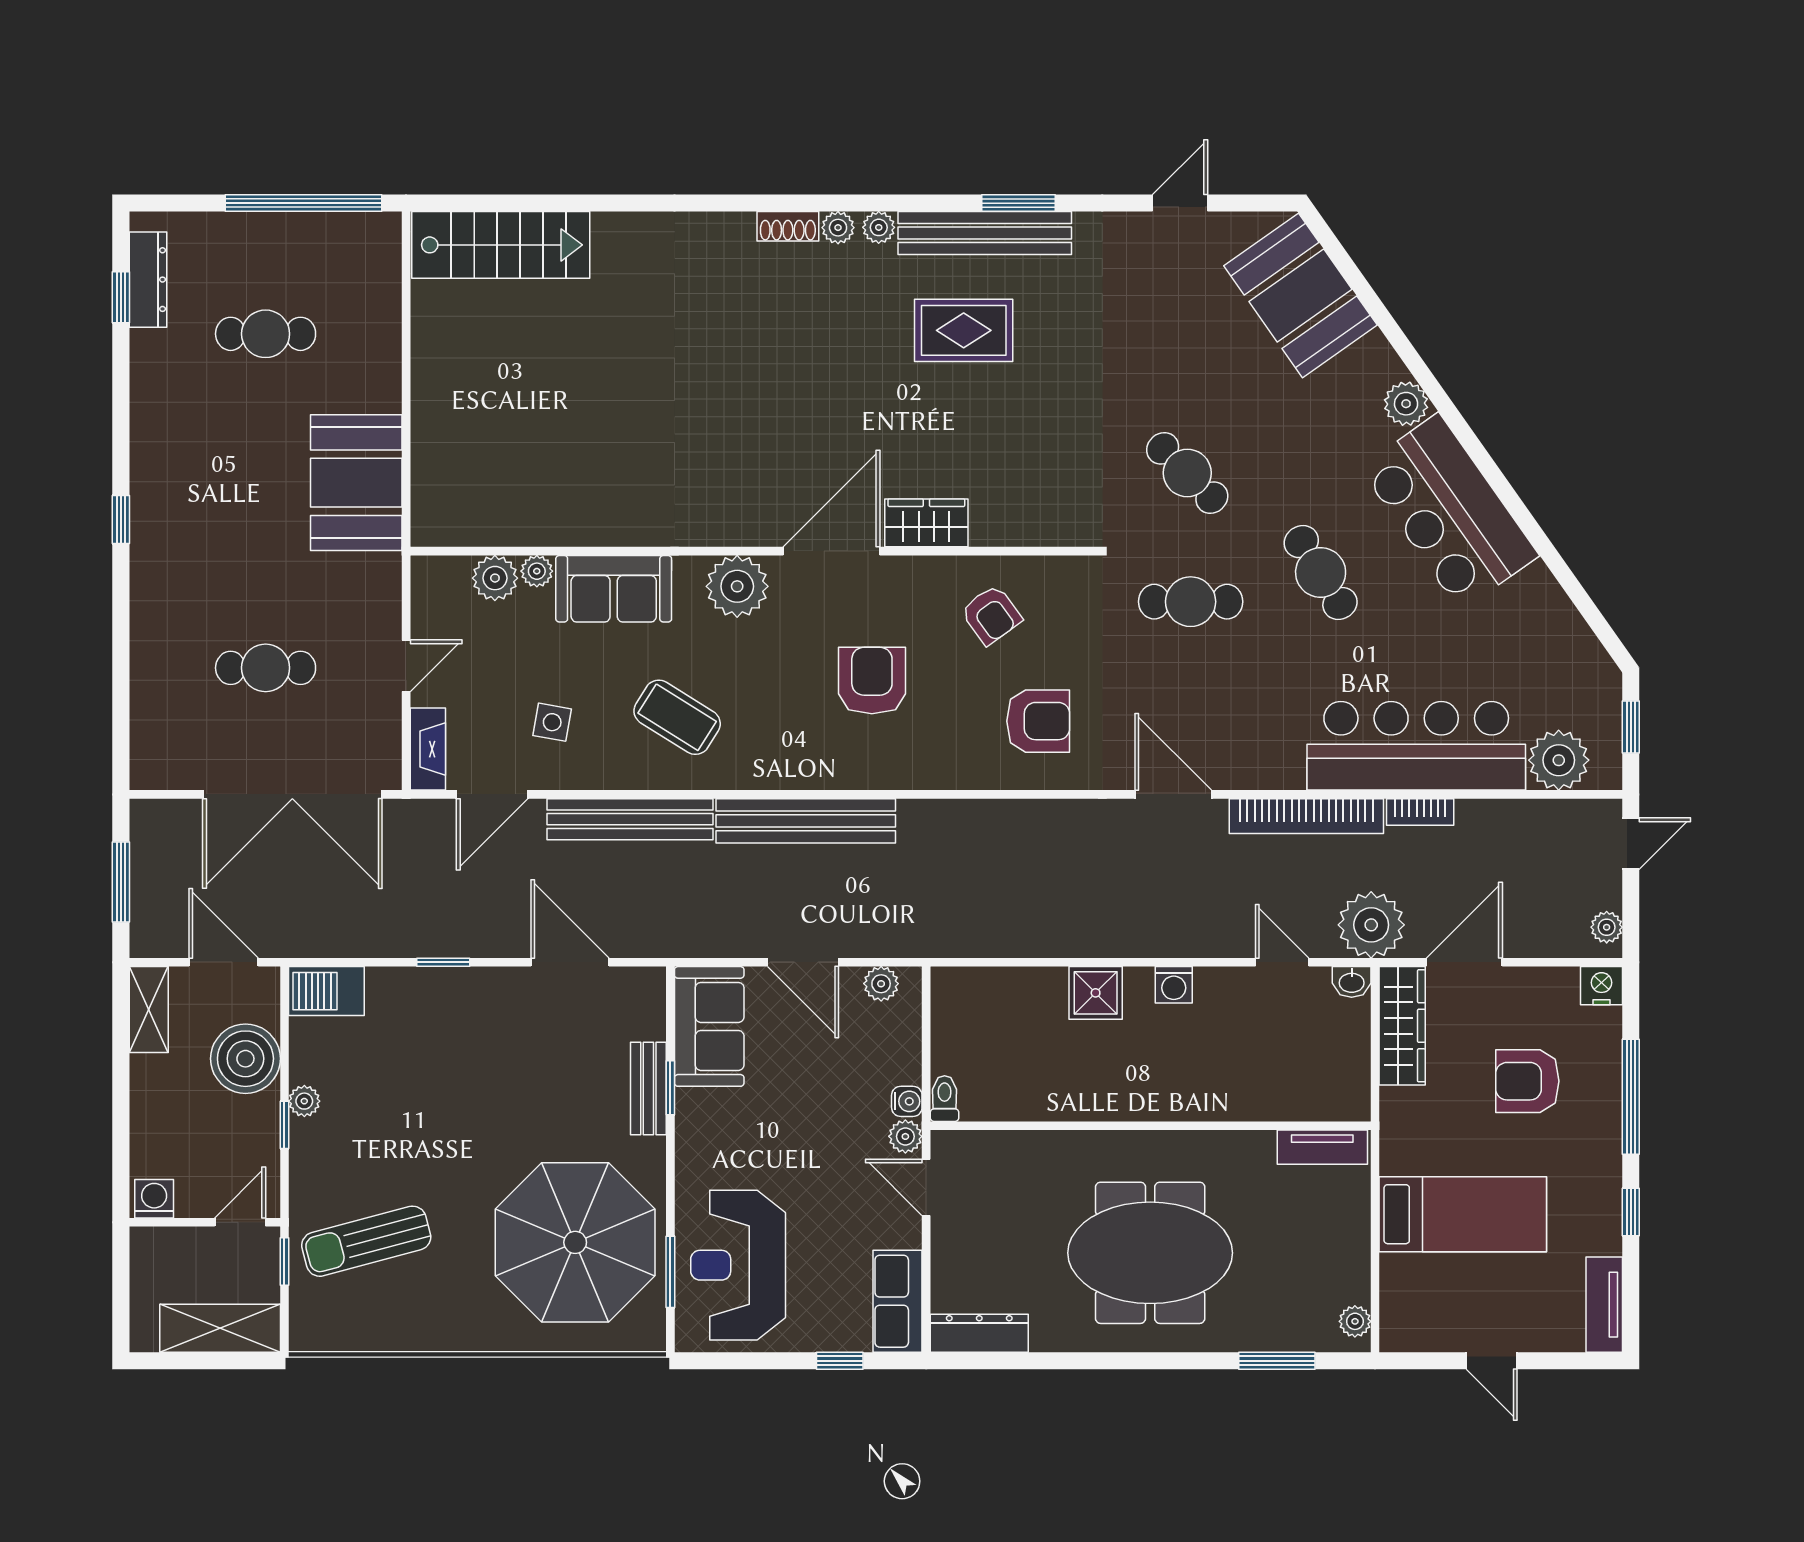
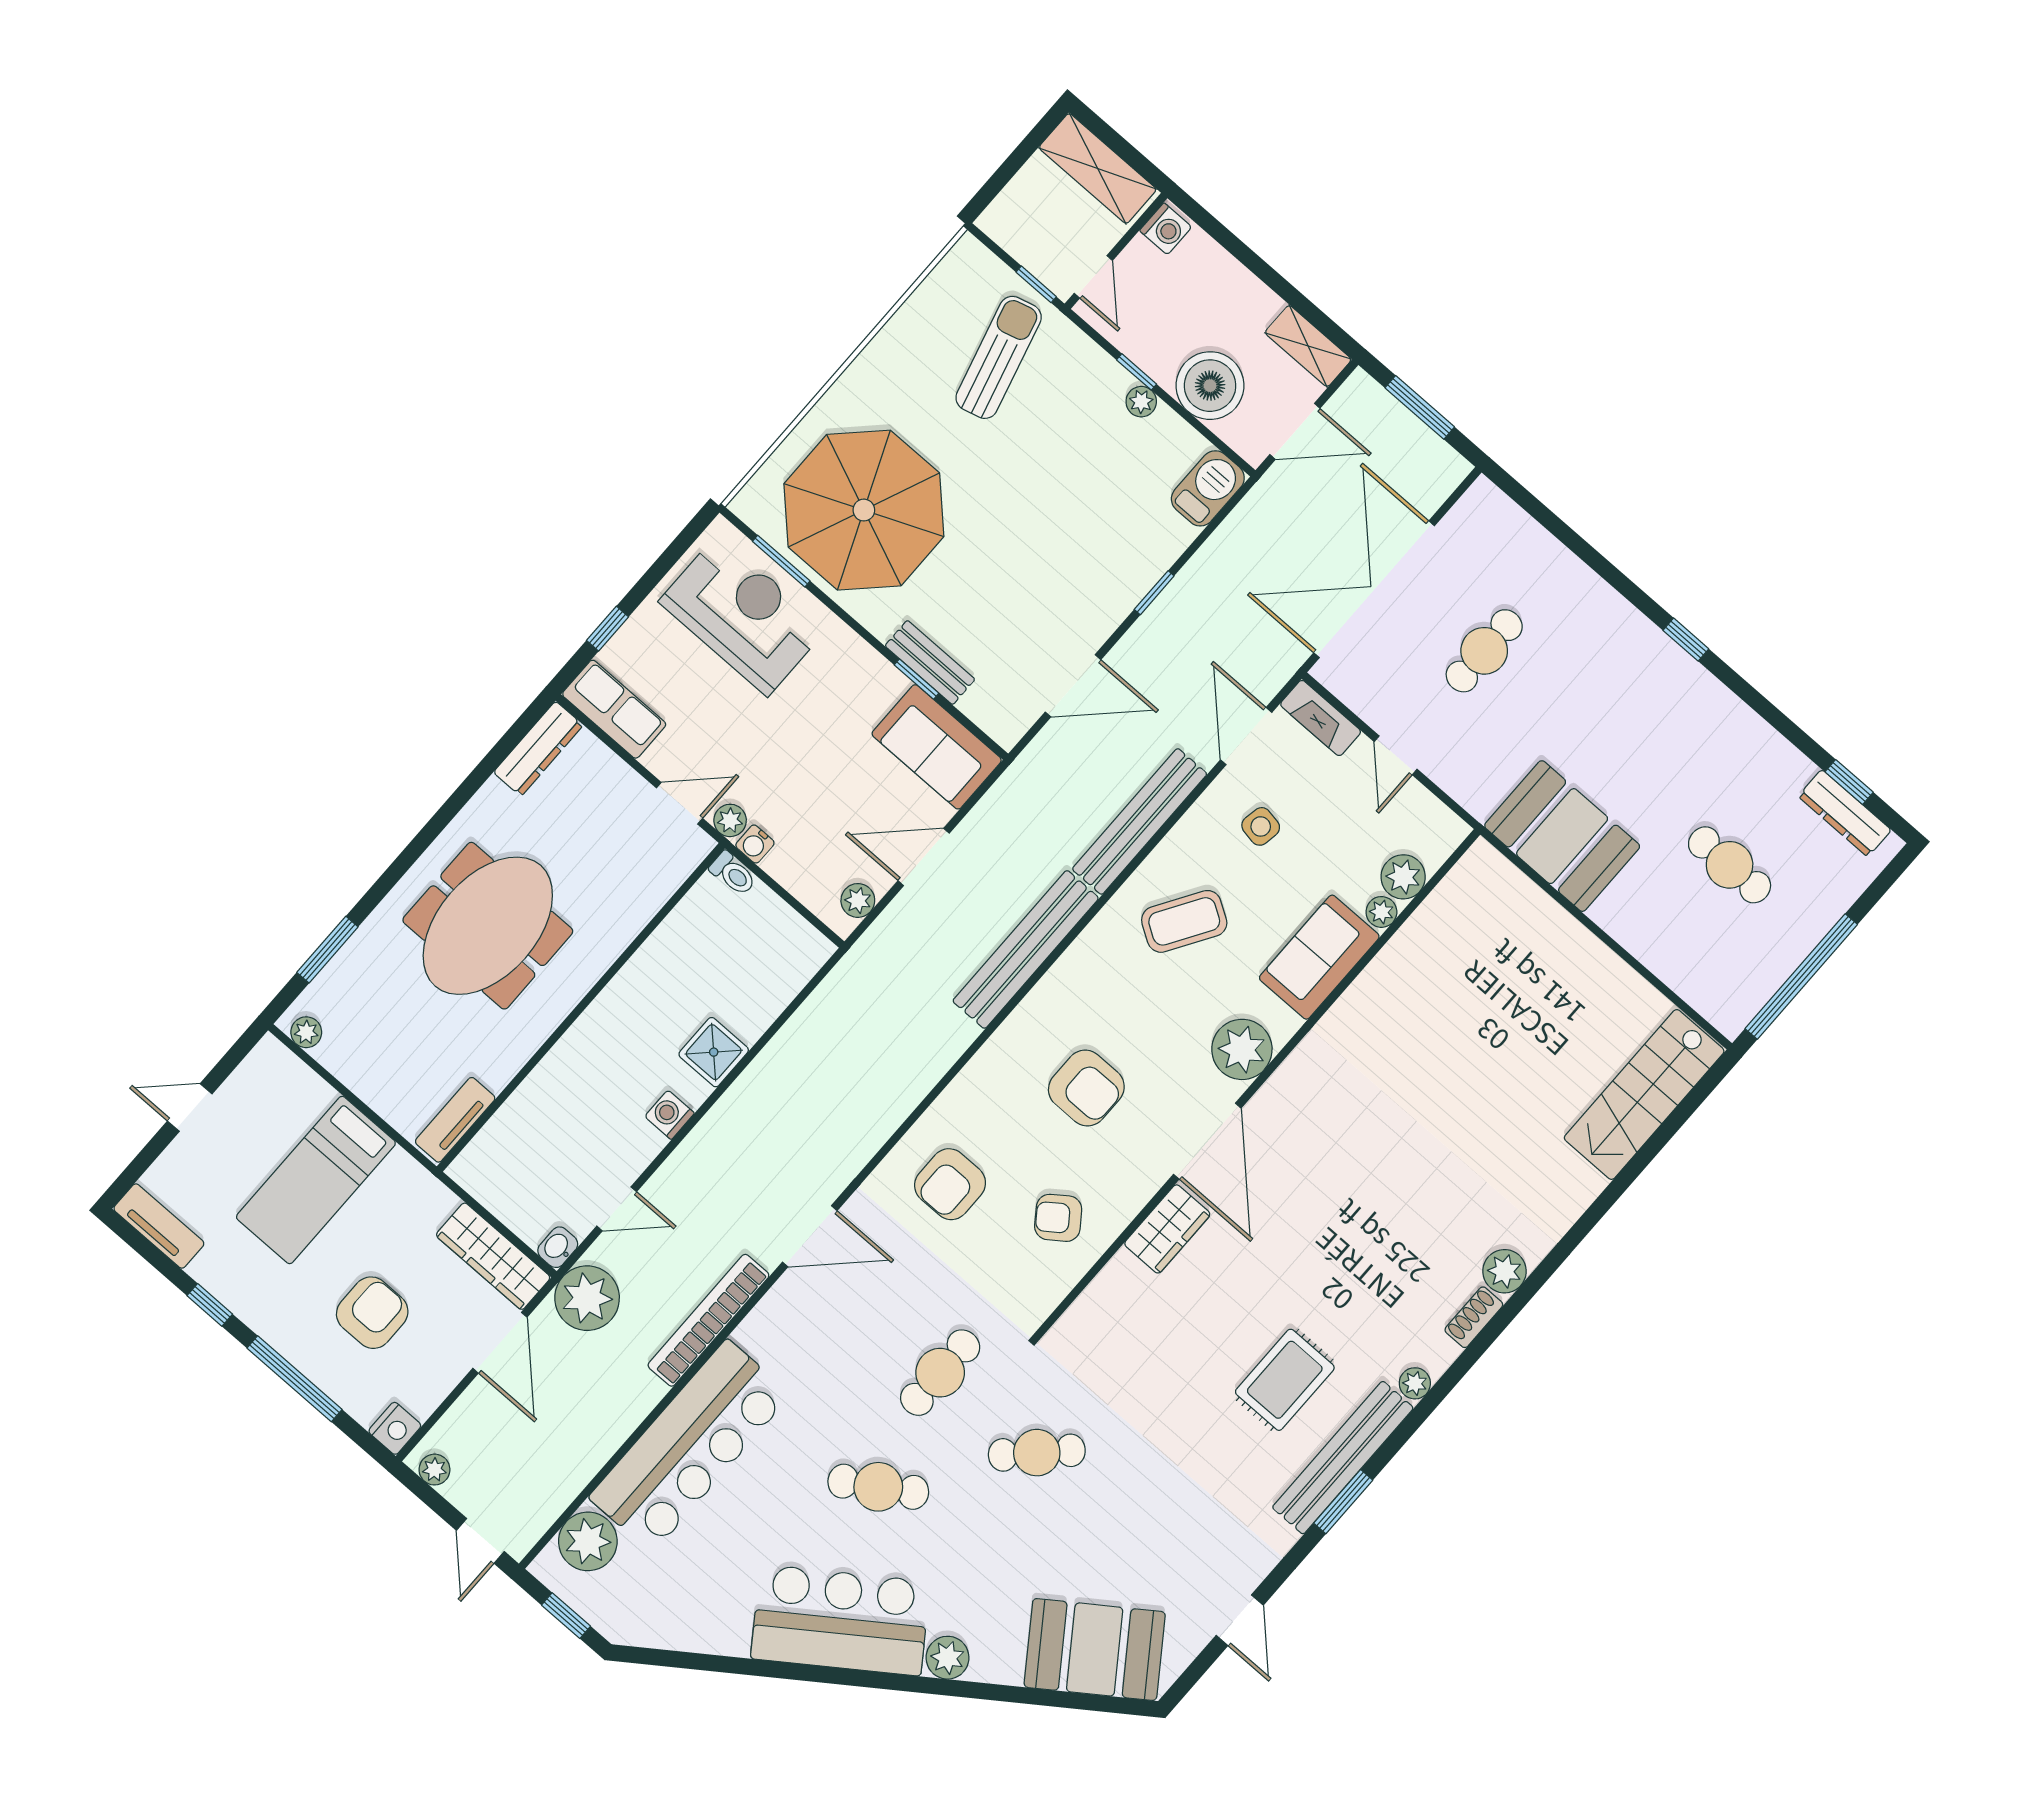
plant: (838, 228) -> (1505, 1271), moved, width x1.38, depth x1.38
cafe table: (266, 334) -> (1730, 865), turned 90
bookcase: (1420, 812) -> (639, 1406), removed
shelving: (220, 1328) -> (1098, 168), moved, turned 90

